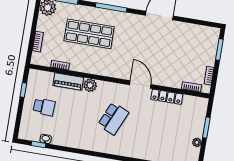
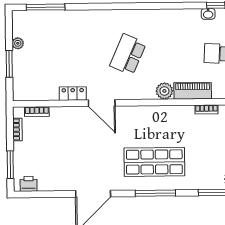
printer: (208, 32) -> (29, 184), added
shop shelf: (89, 34) -> (154, 162), moved
locker: (167, 97) -> (73, 94), width x0.66

